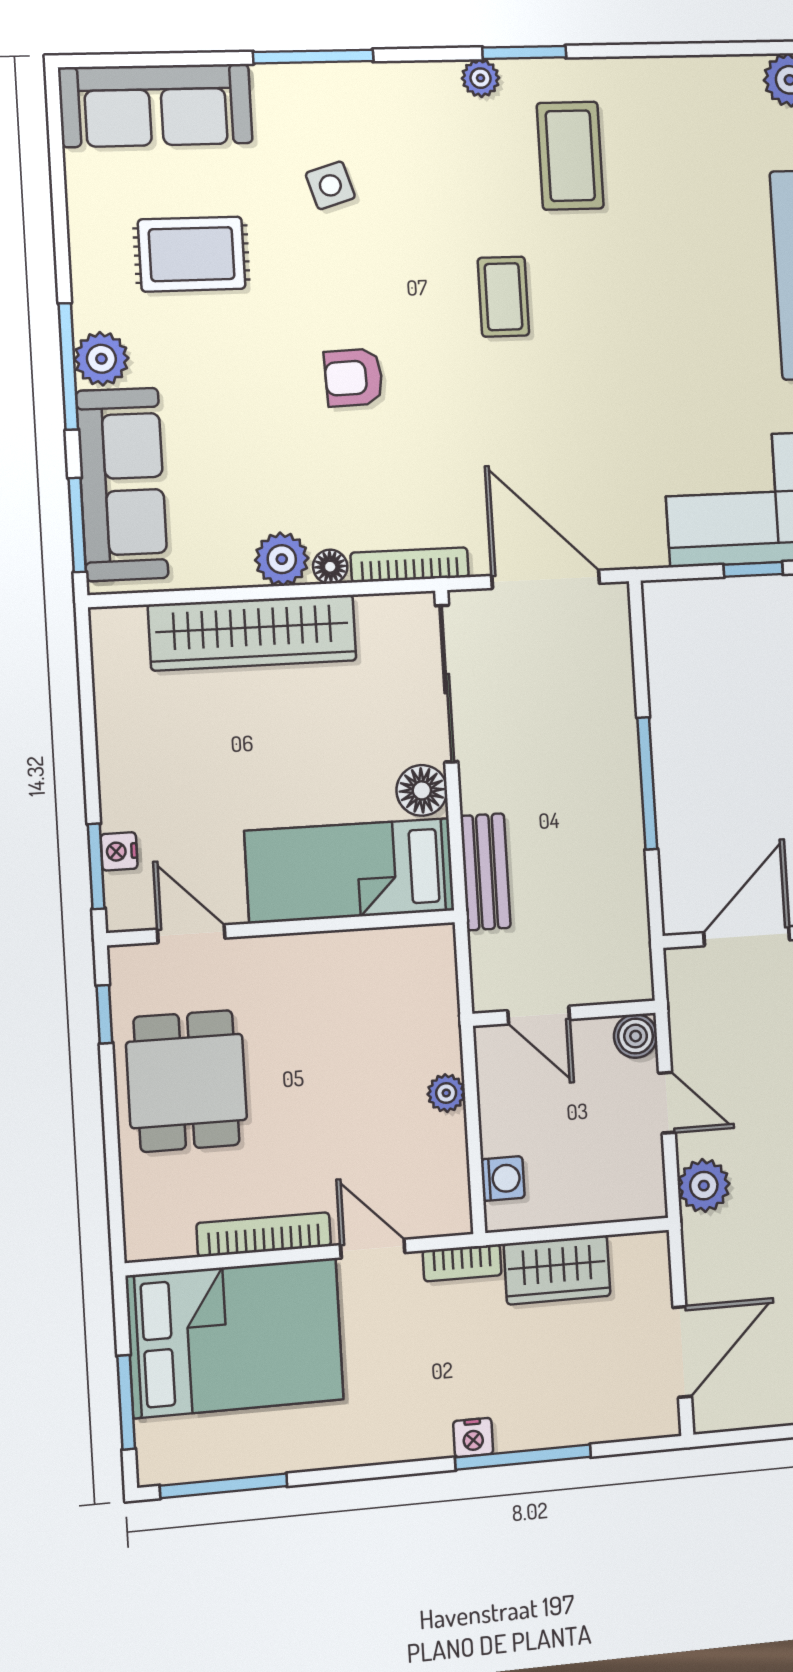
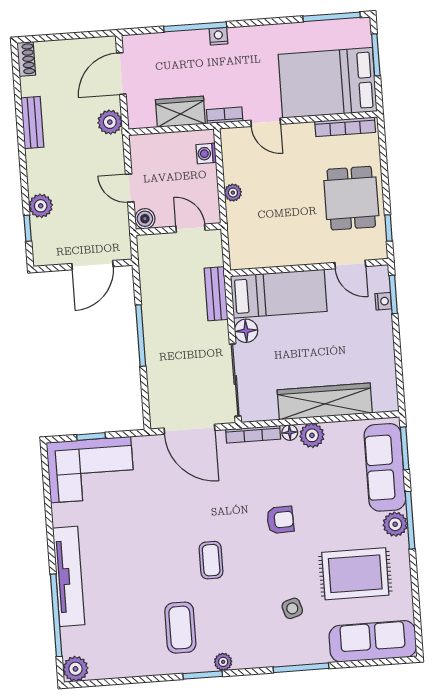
rug: (192, 254) -> (355, 574), width x1.36, depth x1.43
plant: (704, 1186) -> (110, 122), moved
bookcase: (264, 1235) -> (345, 127), moved

